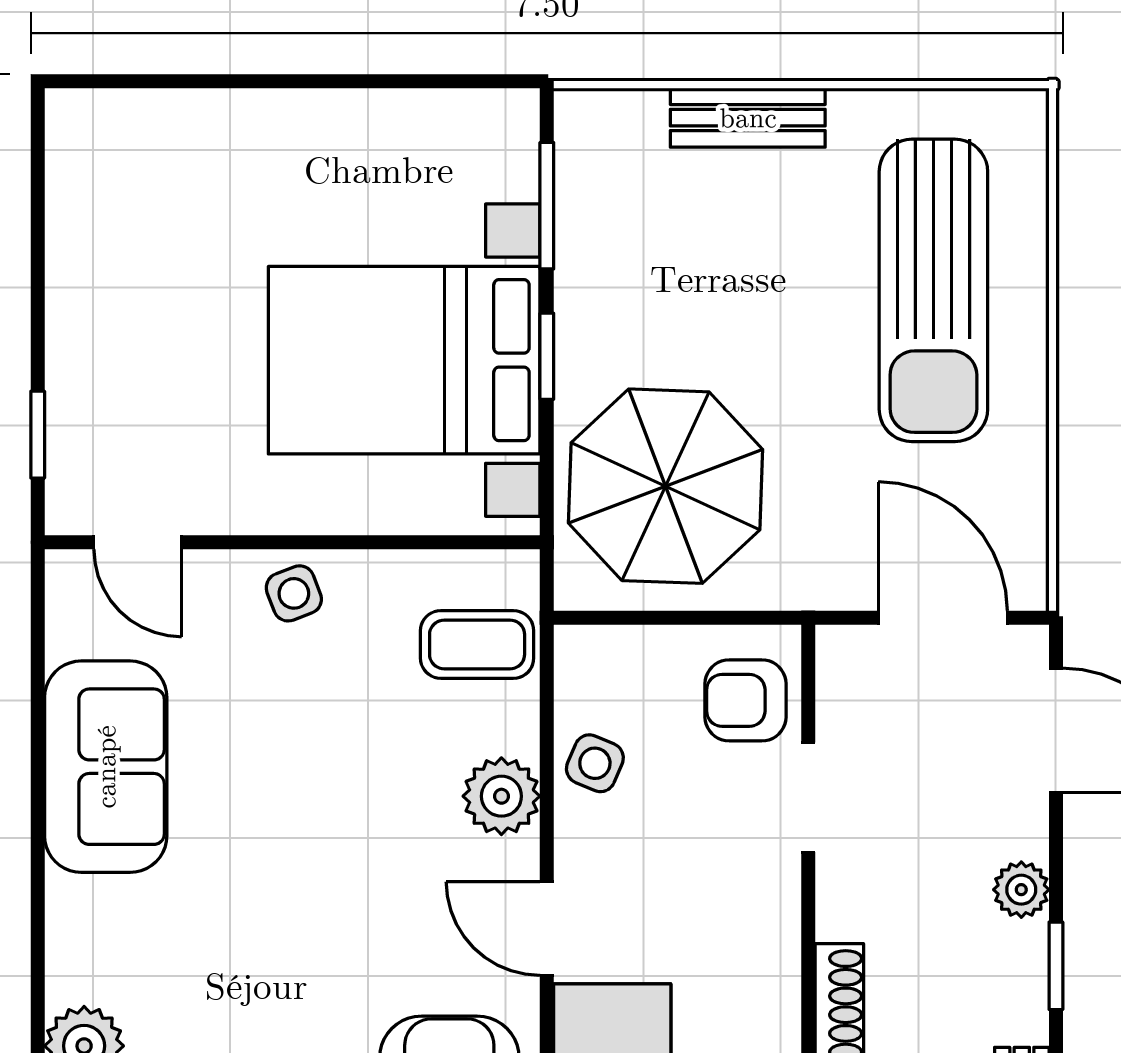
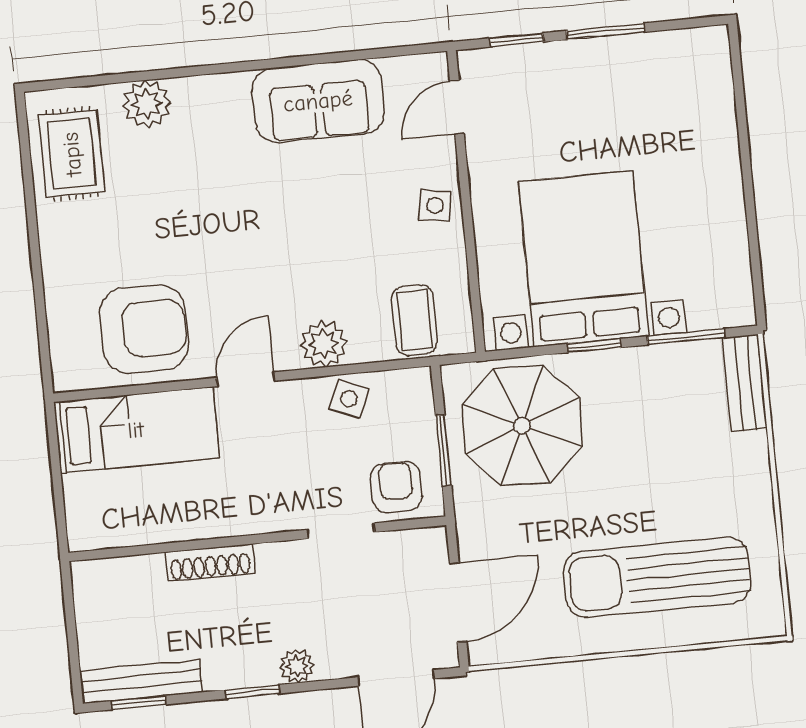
bench: (748, 118) -> (745, 383), moved
window: (38, 289) -> (606, 31), added
side table: (294, 593) -> (435, 205), turned 30
window: (694, 618) -> (443, 450), added

